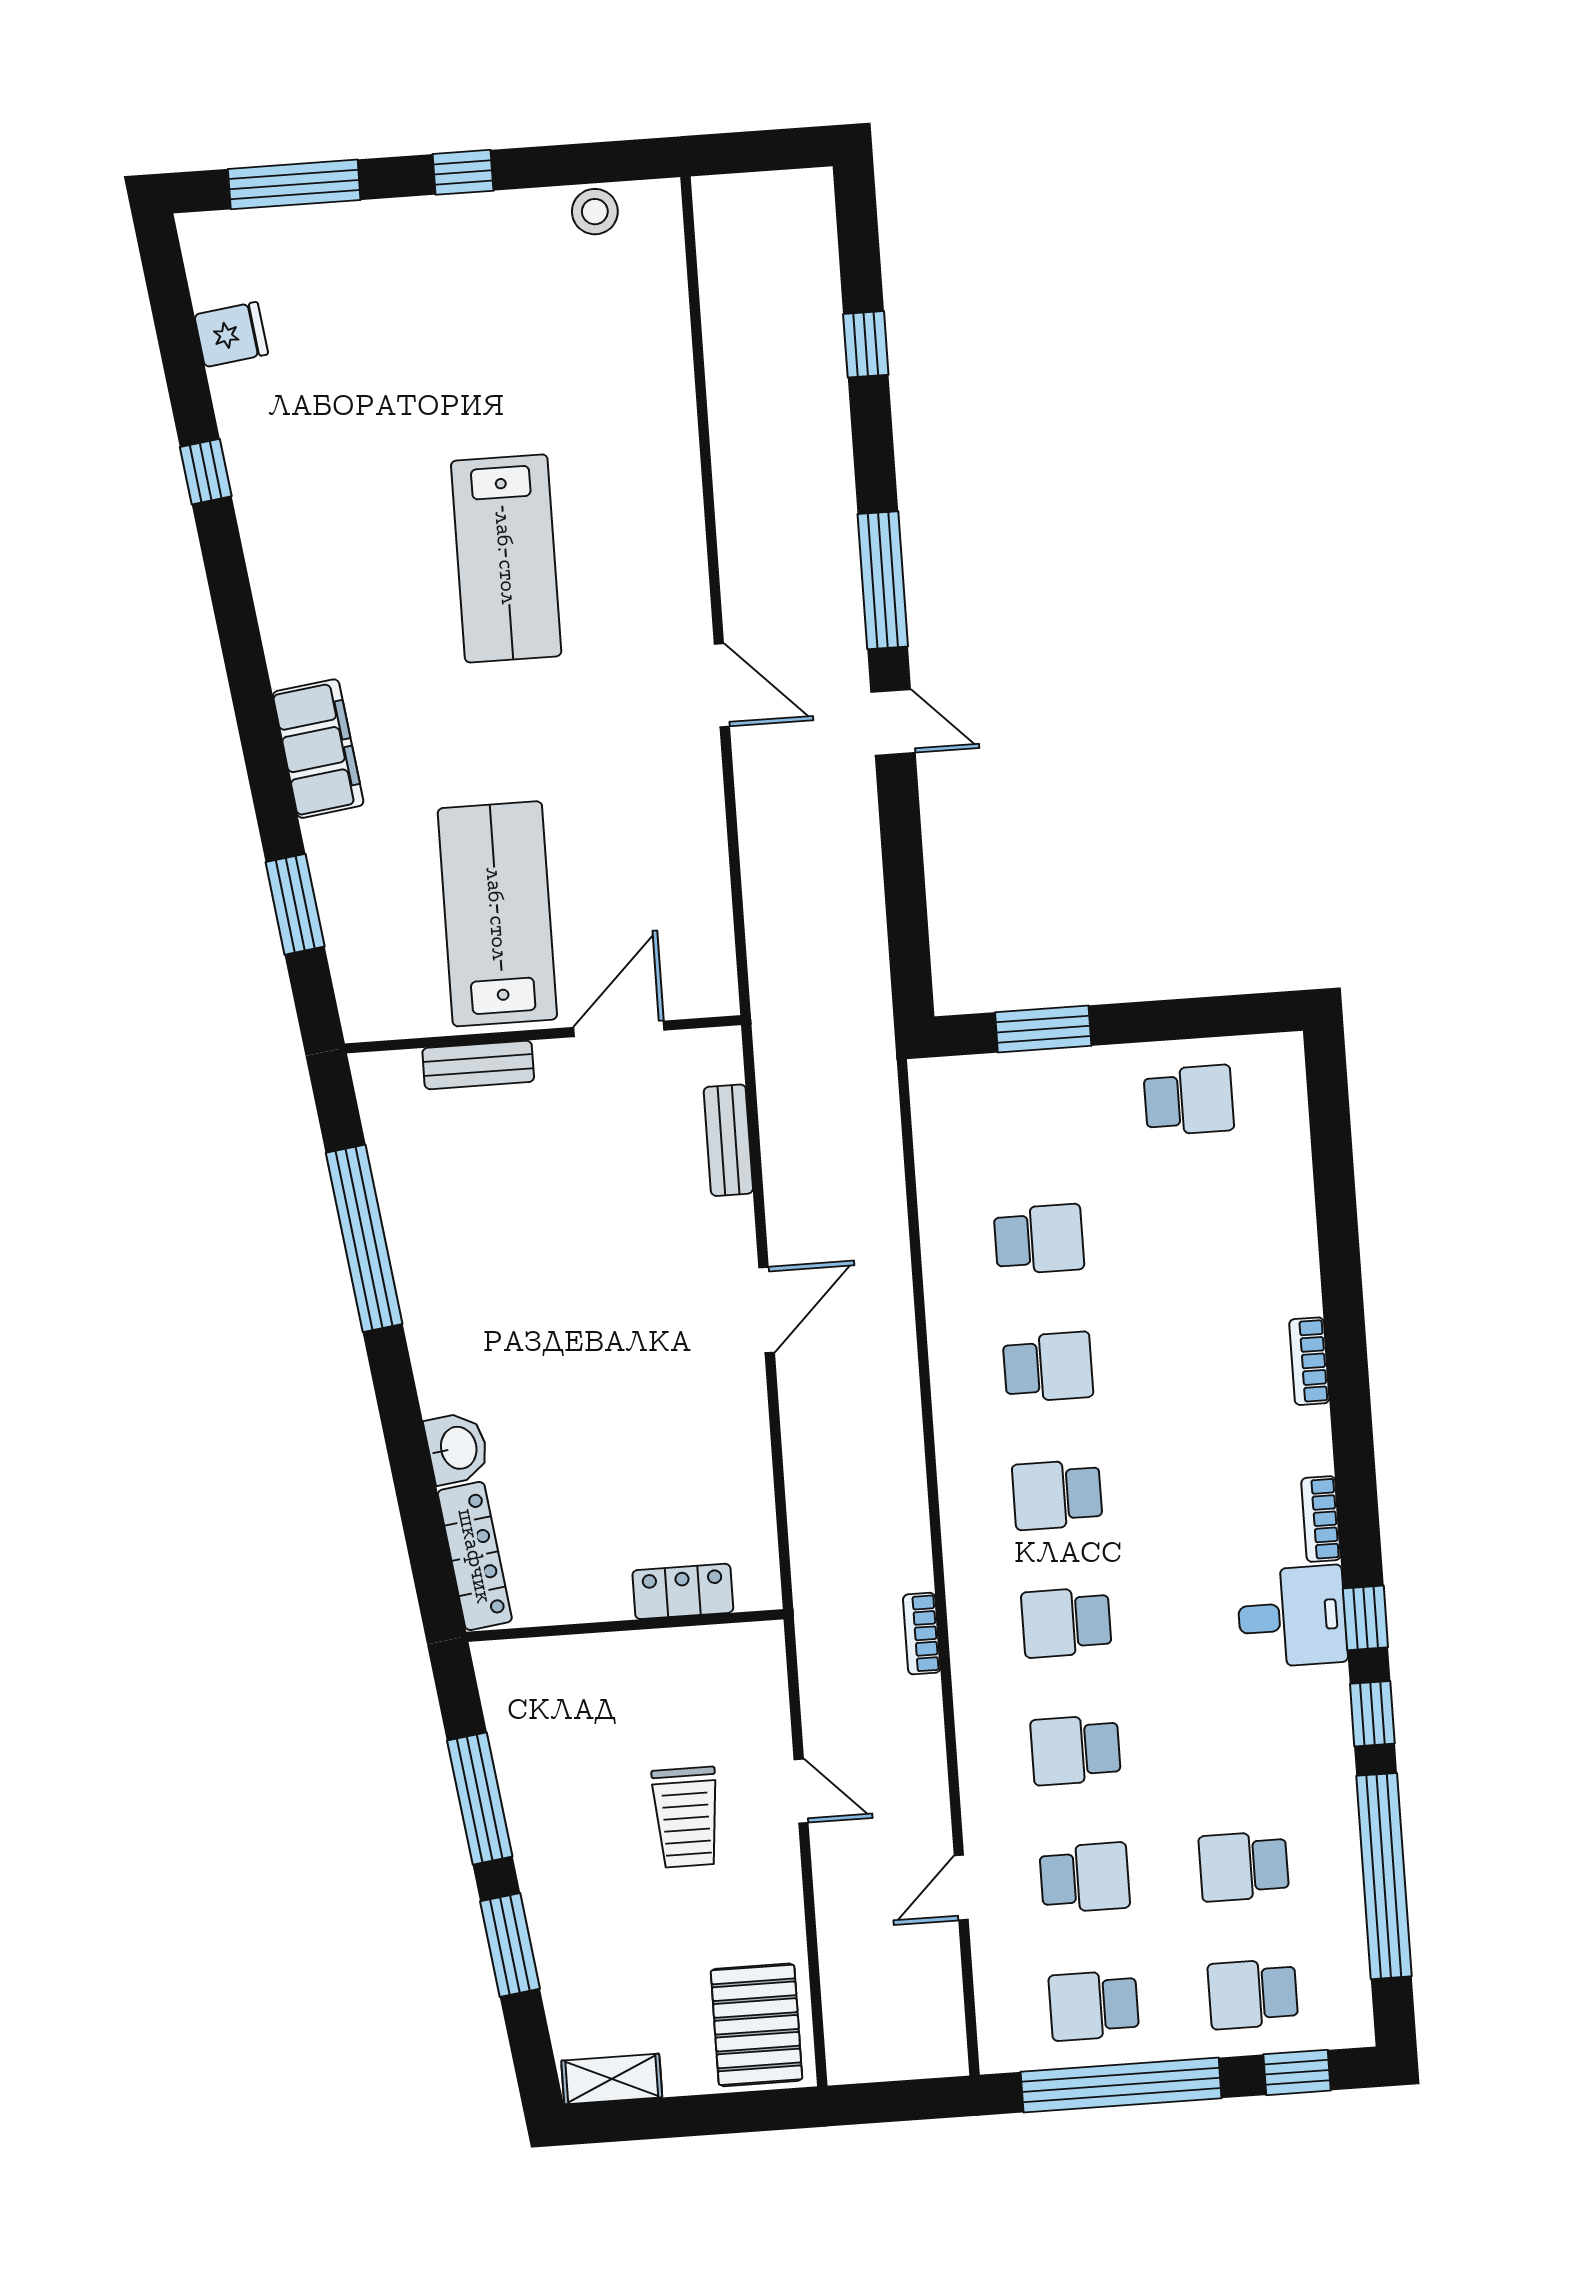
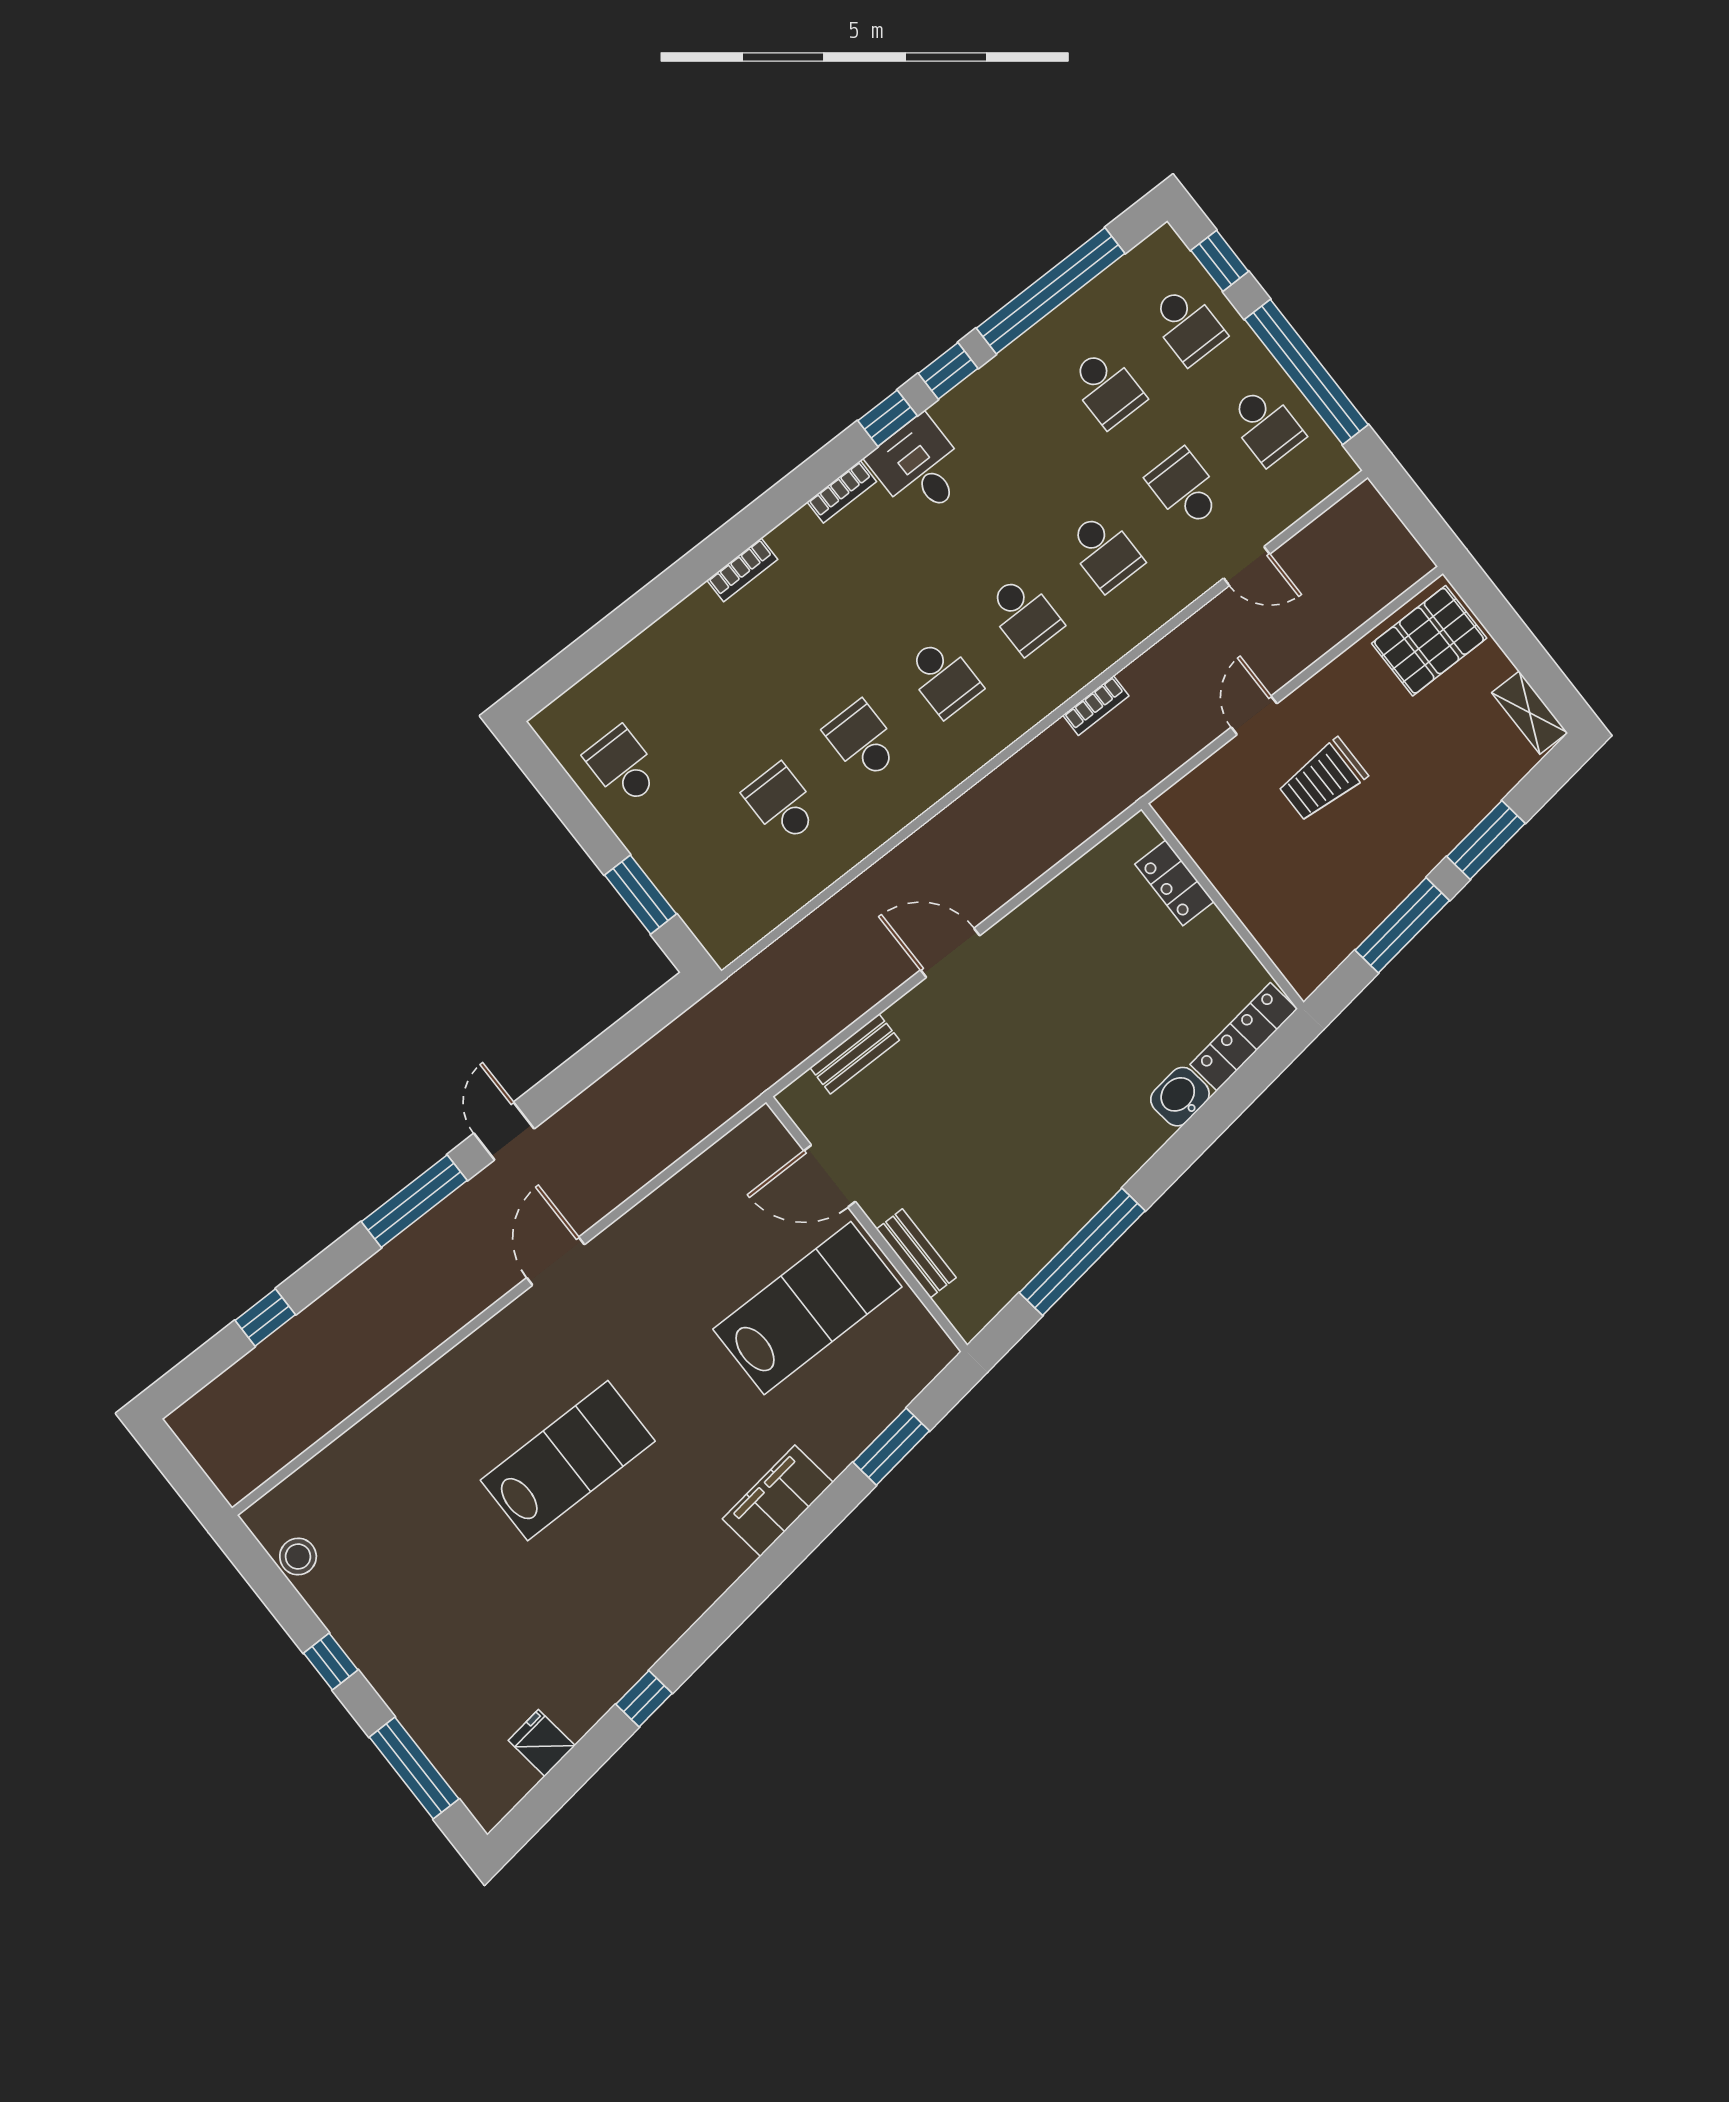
lab bench: (497, 914) -> (807, 1308), turned 180
trolley: (686, 1817) -> (1323, 780), turned 180

